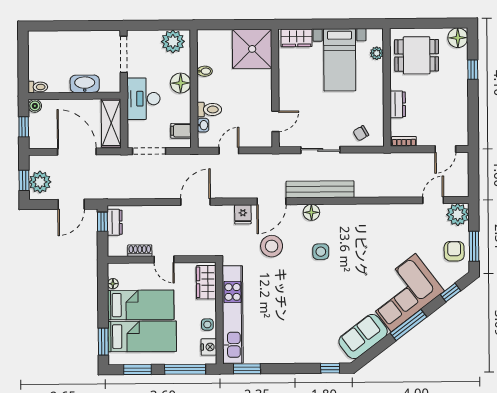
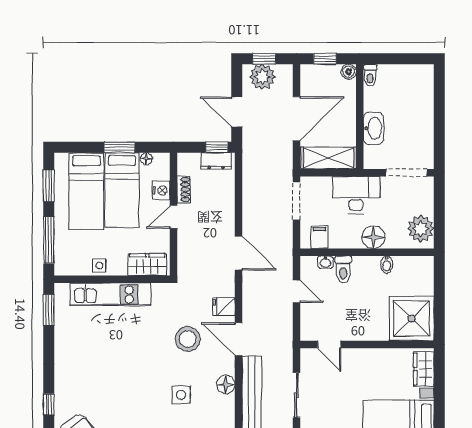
kitchen unit: (233, 314) -> (111, 294), width x0.73
window: (103, 342) -> (119, 147), moved
nightstand: (209, 347) -> (161, 190), moved, turned -90

